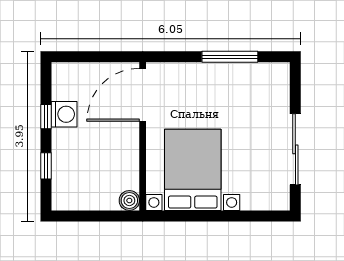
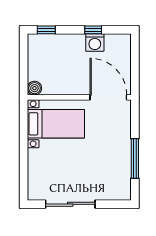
window: (46, 166) -> (46, 30), moved
bed with nightstands: (193, 170) -> (56, 124), width x0.73

